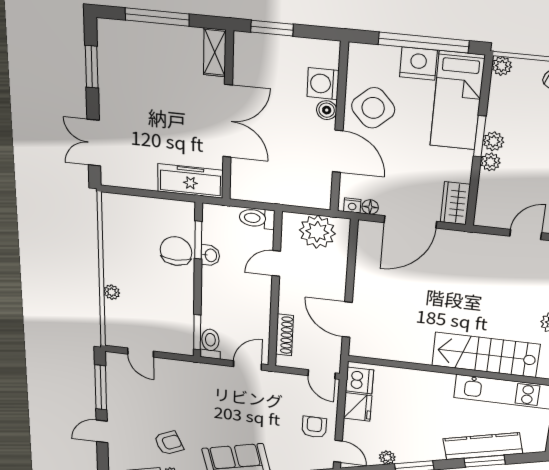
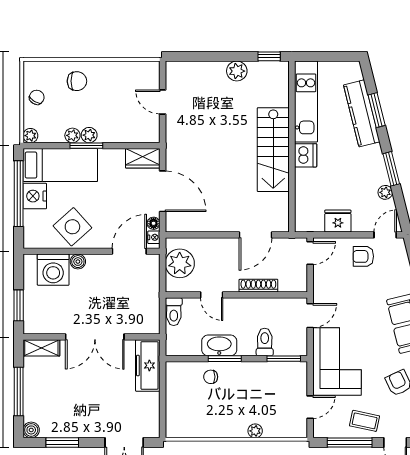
boiler: (107, 29) -> (31, 430), added
washing machine: (323, 84) -> (53, 270), width x1.37, depth x1.37
double door: (228, 121) -> (95, 337), swing flipped
door: (338, 151) -> (129, 251), moved
plant: (490, 162) -> (72, 135), moved
window: (198, 240) -> (225, 359), moved
chair: (176, 251) -> (211, 377), width x0.54, depth x0.54
washbasin: (210, 255) -> (219, 345), width x1.91, depth x1.45
shoe rack: (284, 335) -> (258, 286), moved
toilet: (210, 344) -> (265, 342), moved, turned 90
stairs: (486, 355) -> (273, 150), moved
door: (247, 365) -> (310, 316), swing flipped
dishwasher: (359, 380) -> (306, 155), moved, turned 90
corner sofa: (193, 386) -> (337, 362), added
coffee table: (126, 405) -> (365, 421), added

